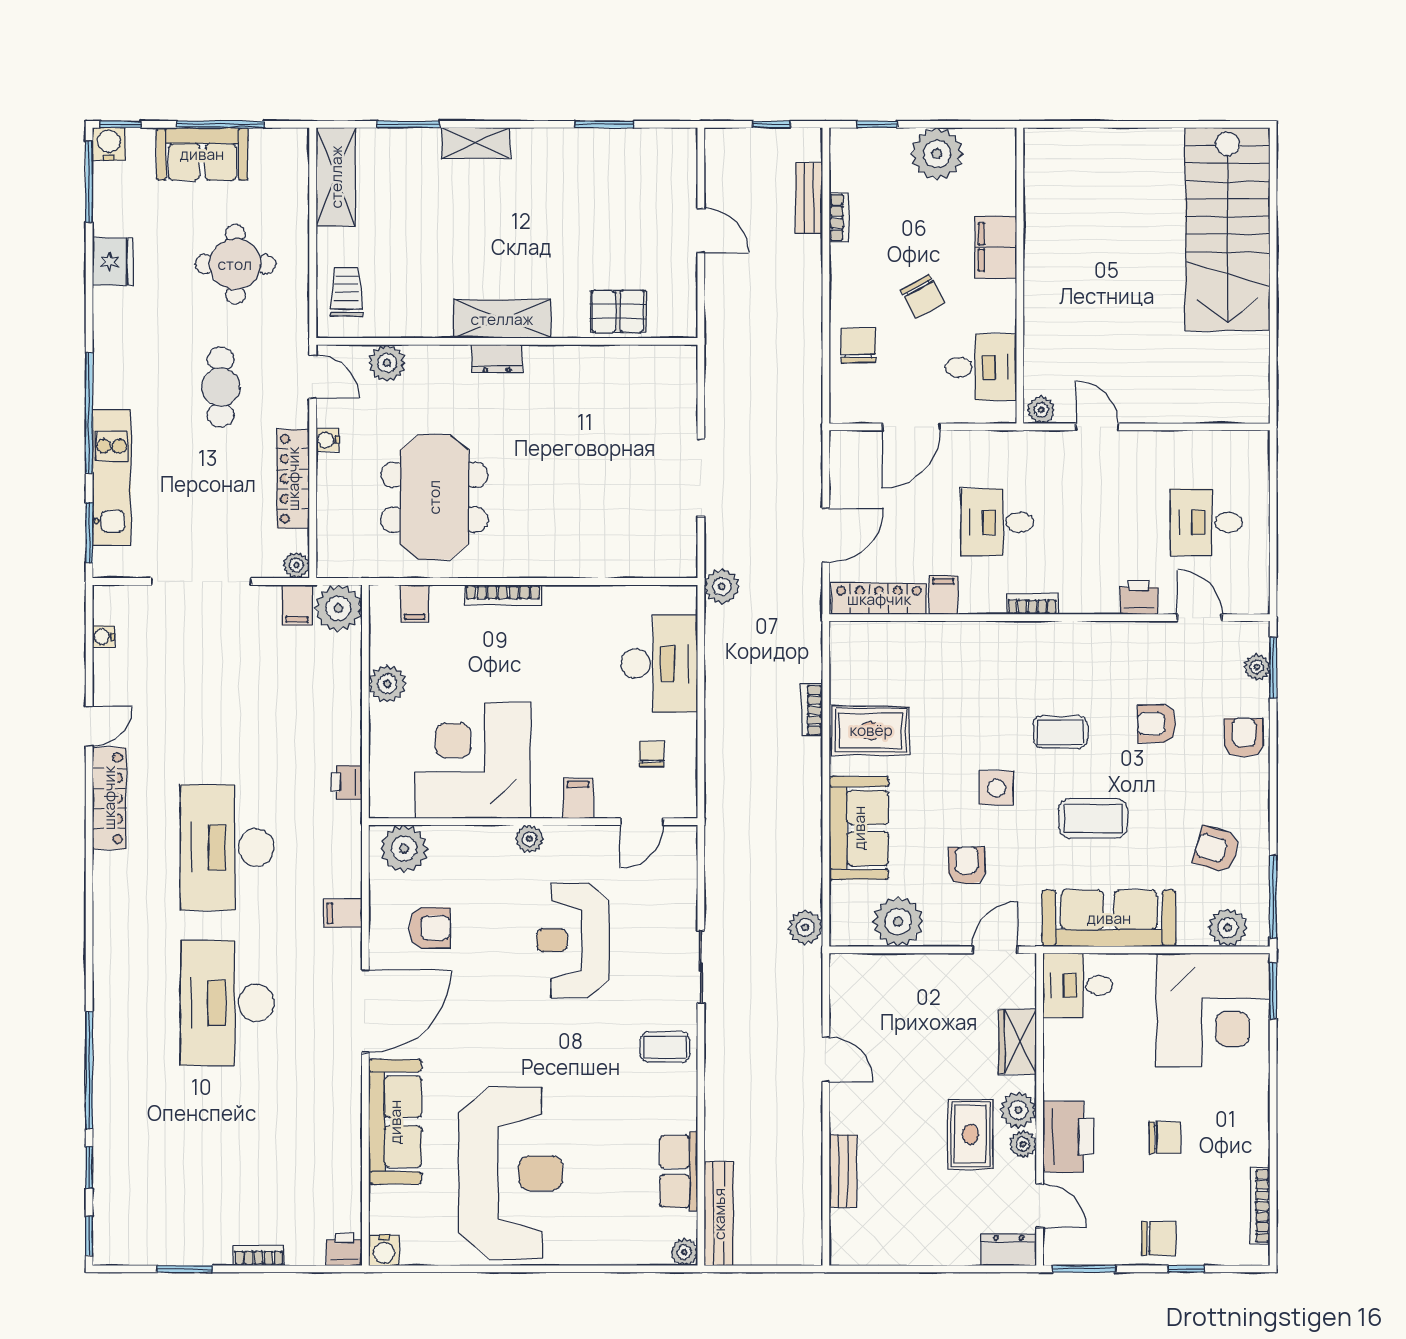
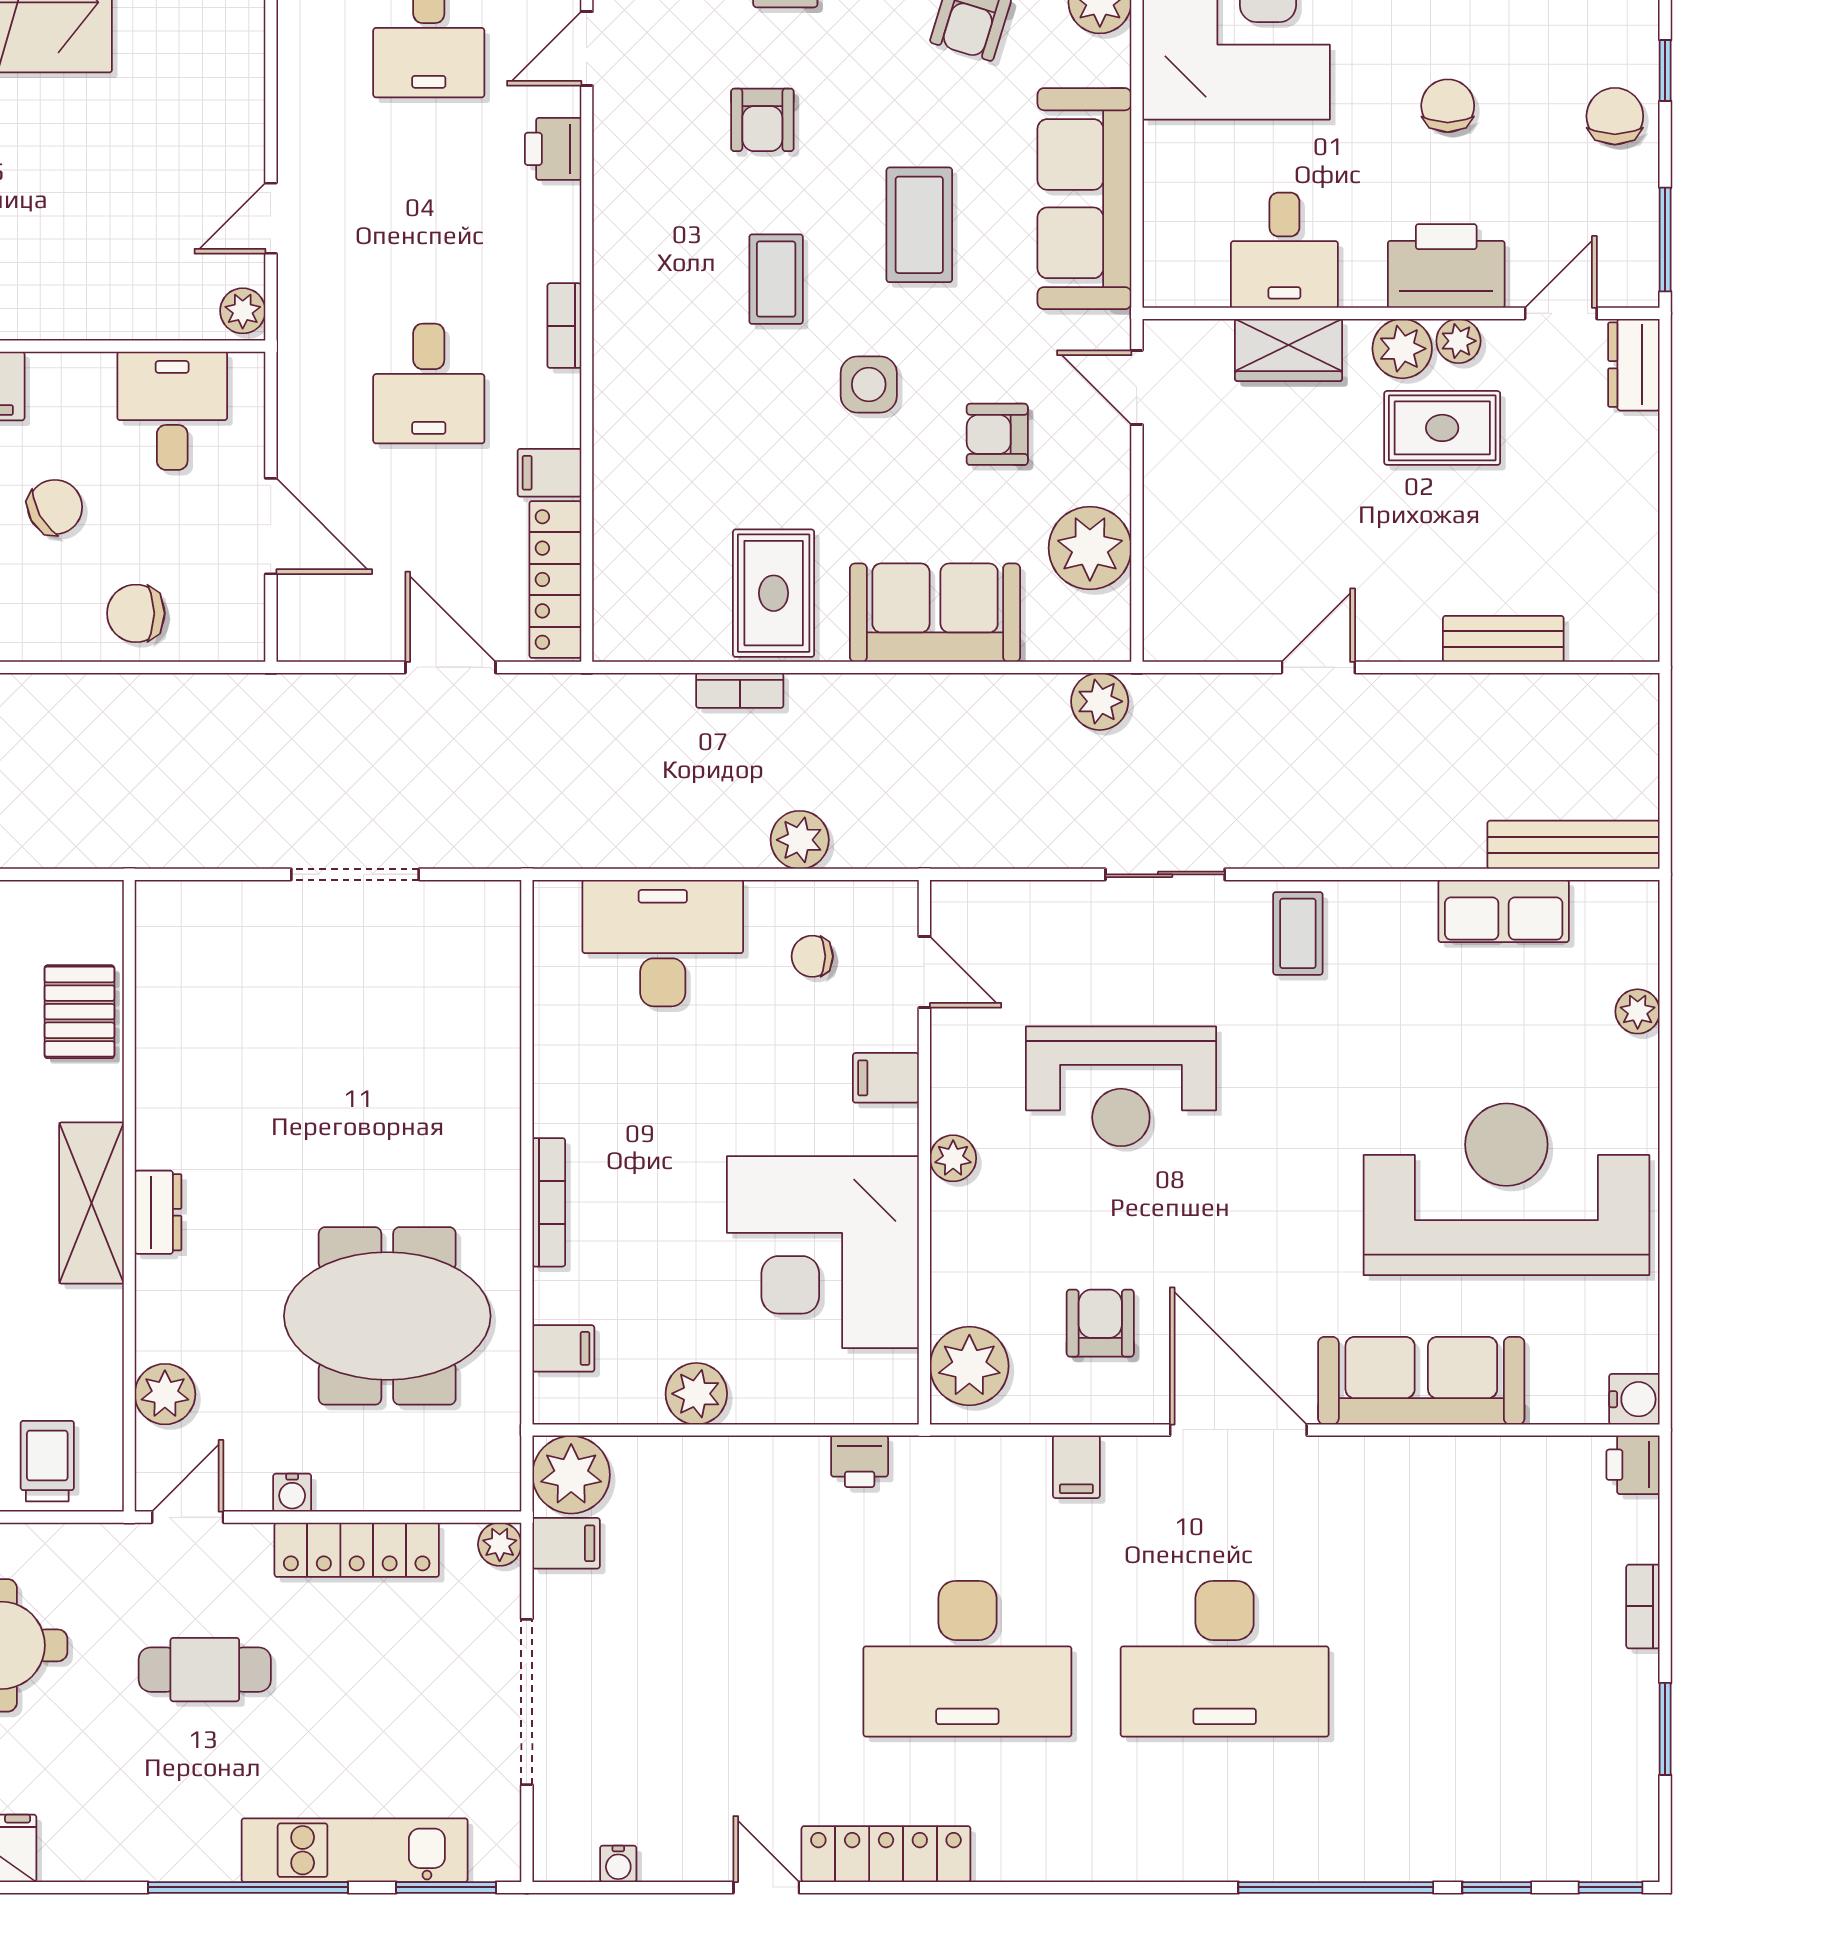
trolley: (347, 292) -> (47, 1461), turned 90
plant: (722, 587) -> (800, 840), moved
desk: (1078, 985) -> (1284, 250), moved
plant: (684, 1252) -> (1638, 1011), moved

